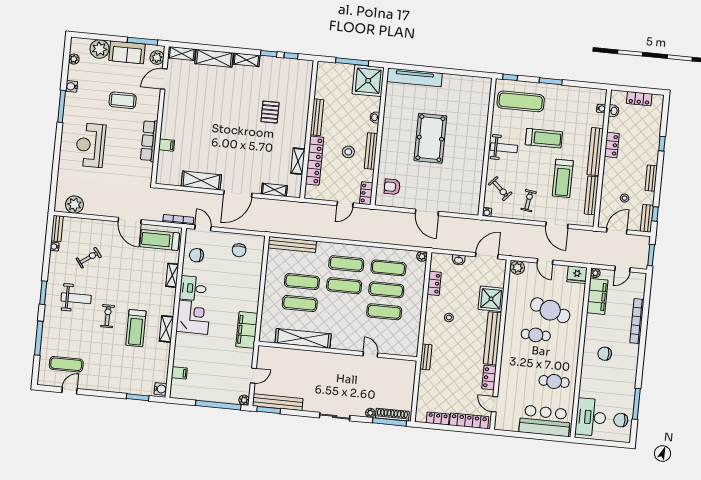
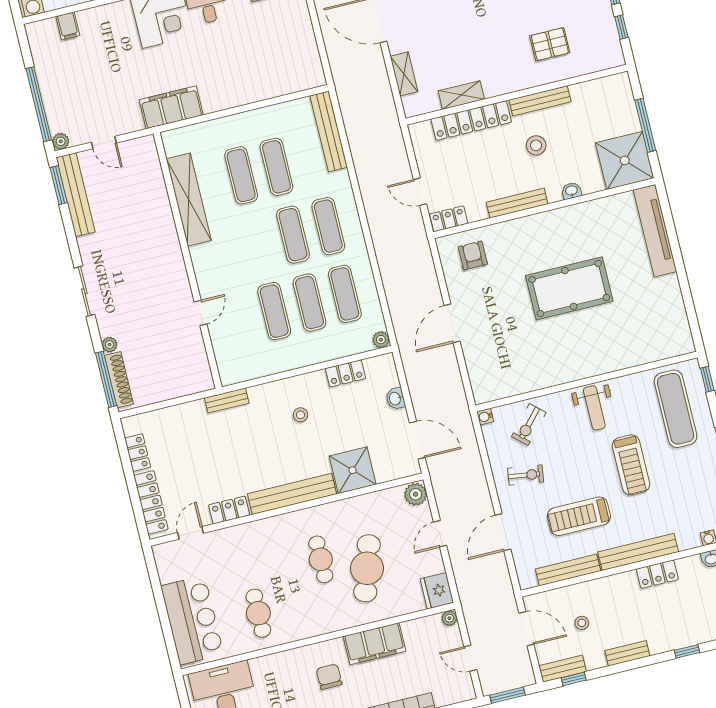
pallet: (270, 112) -> (550, 44), moved
stool: (348, 152) -> (536, 145), moved
chair: (239, 250) -> (291, 52), removed
filing cabinet: (597, 296) -> (375, 644), moved

